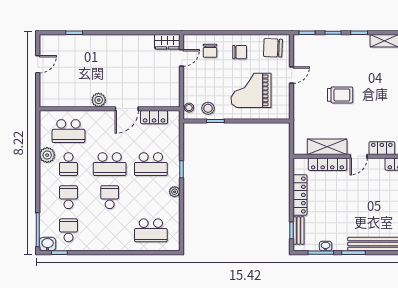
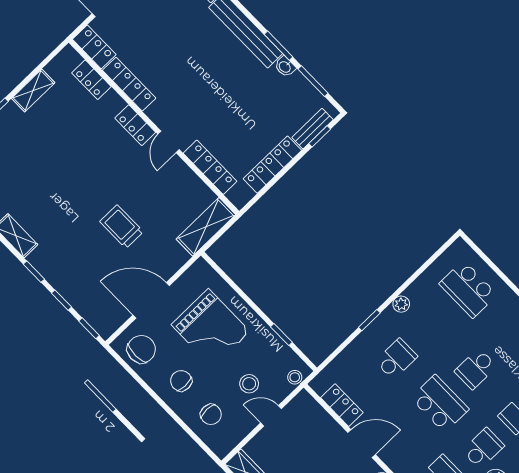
chair: (273, 48) -> (141, 349), turned -92
chair: (210, 51) -> (211, 414), turned 90
door: (182, 58) -> (271, 416), moved
door: (292, 75) -> (151, 300), width x1.87
stool: (208, 108) -> (249, 384), moved
shelving: (327, 147) -> (206, 227), moved, turned 90
door: (359, 156) -> (168, 142), swing flipped
school desk: (151, 164) -> (396, 359), width x0.54
school desk: (151, 230) -> (468, 289), turned 180
washbasin: (326, 246) -> (285, 67), moved

